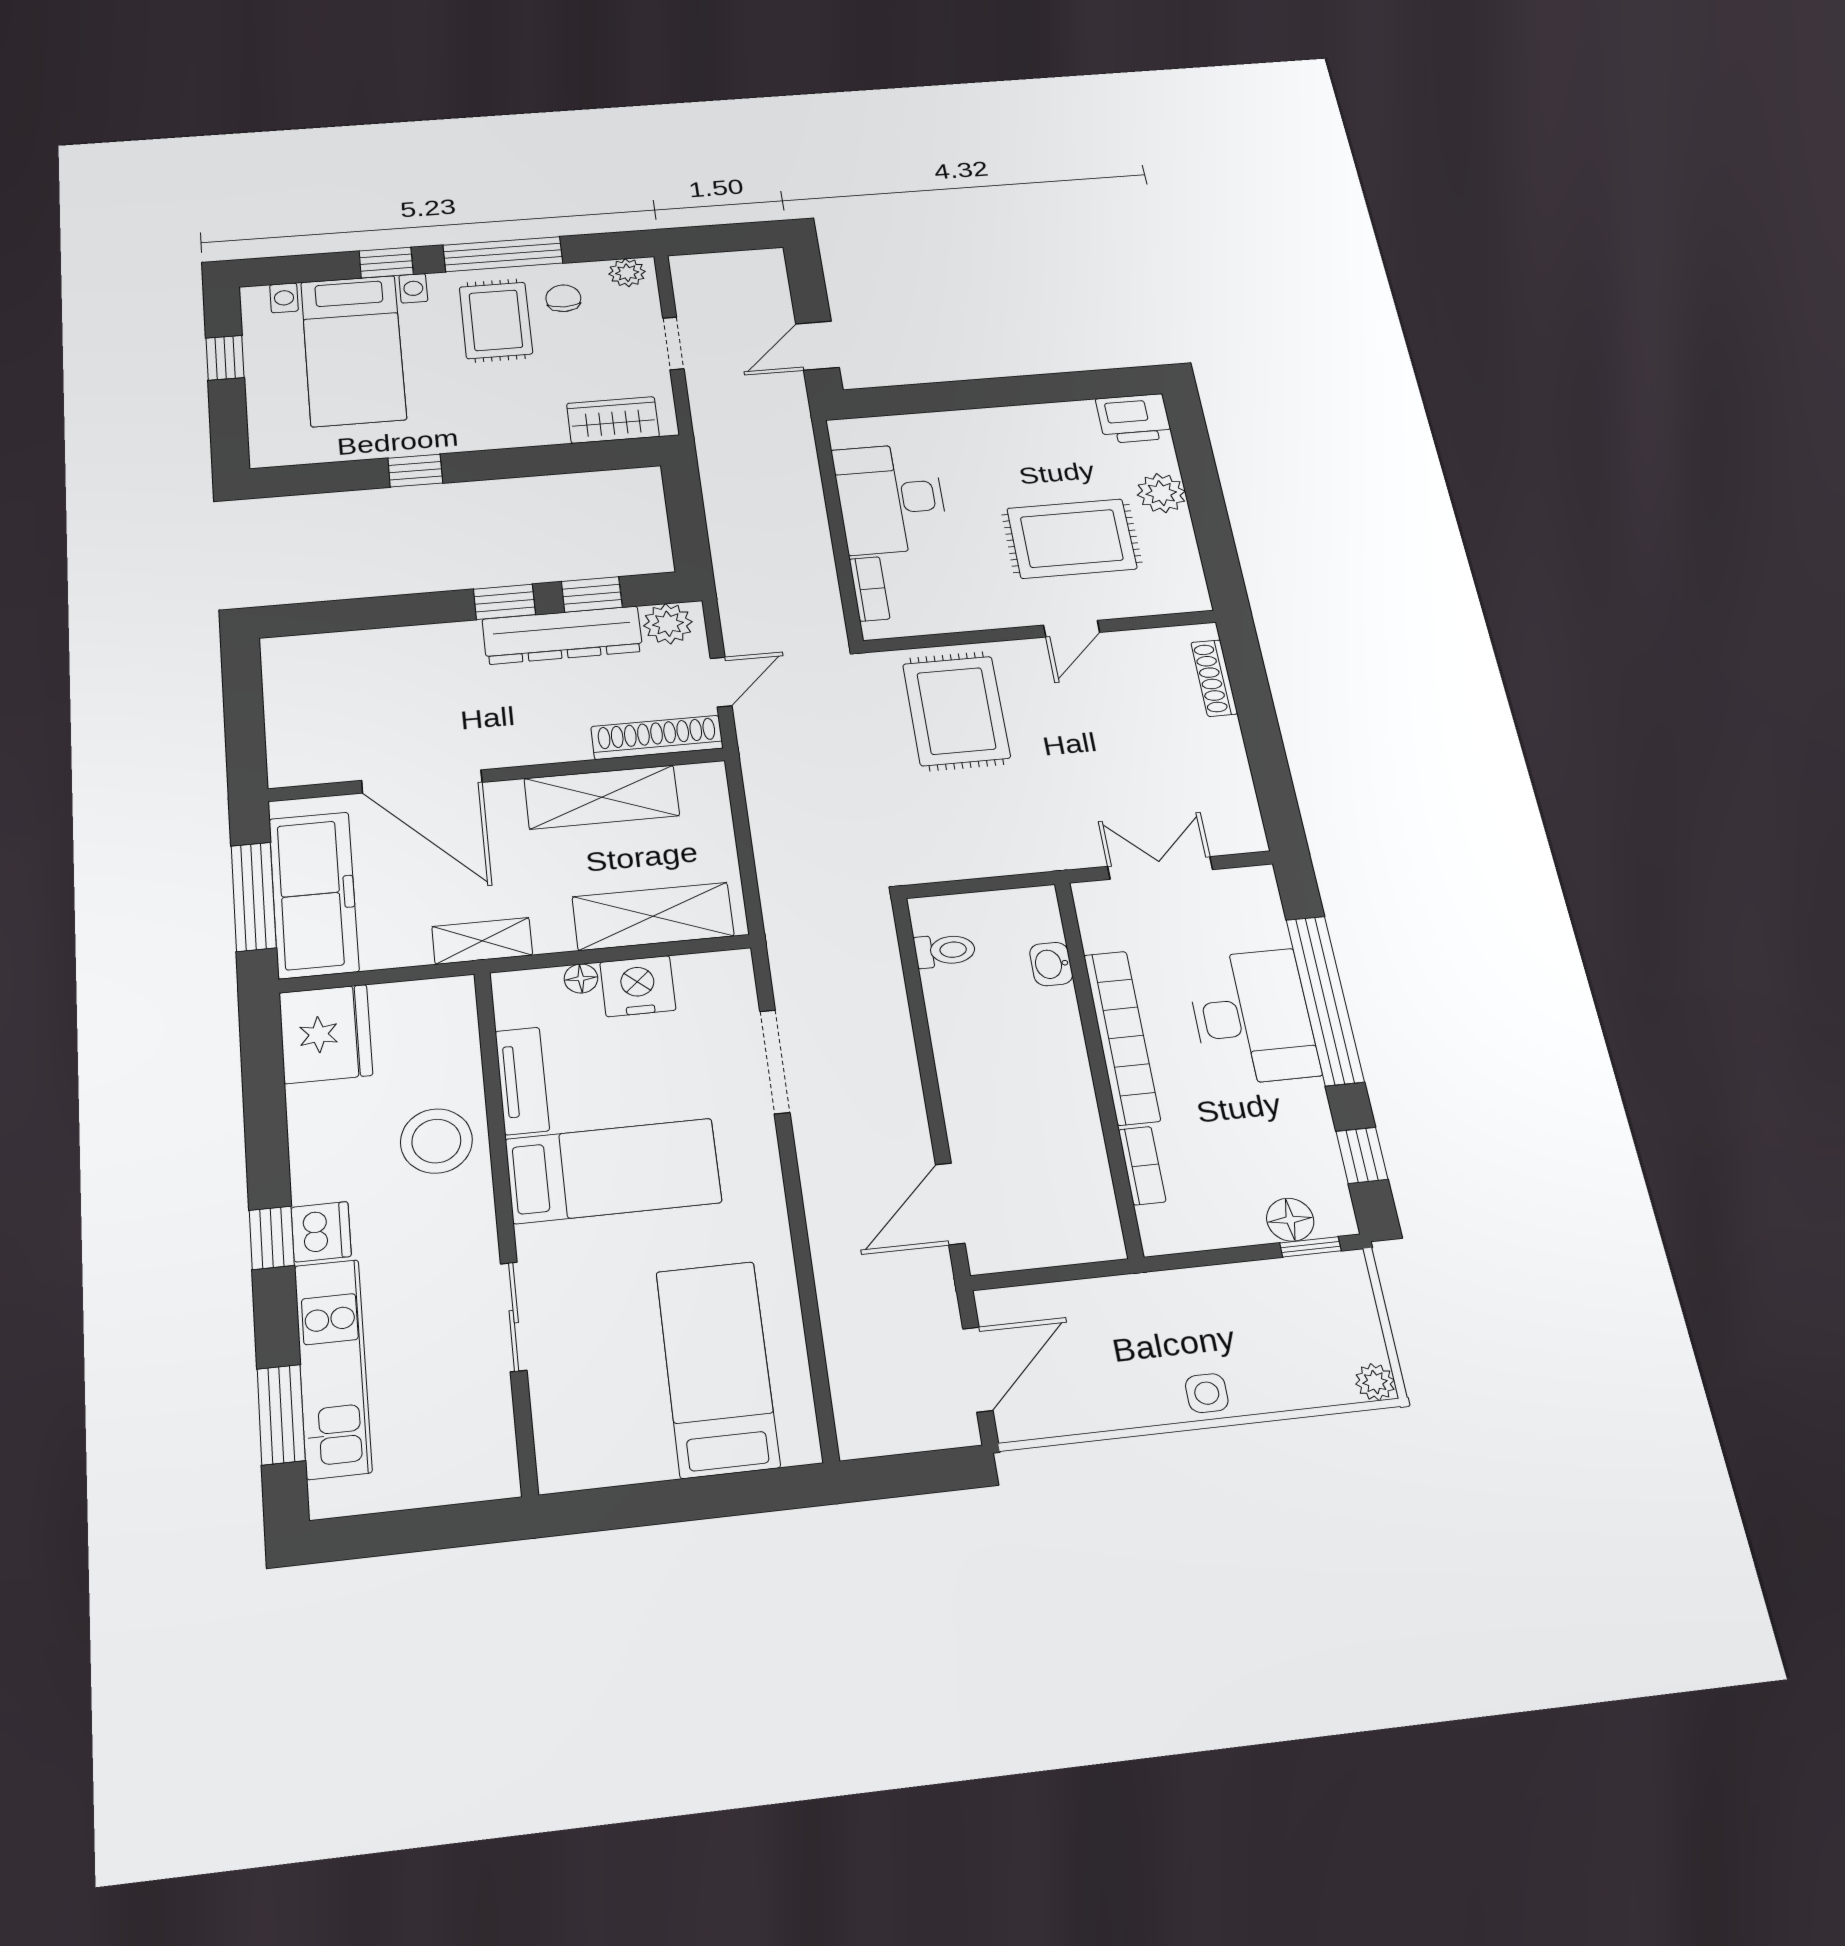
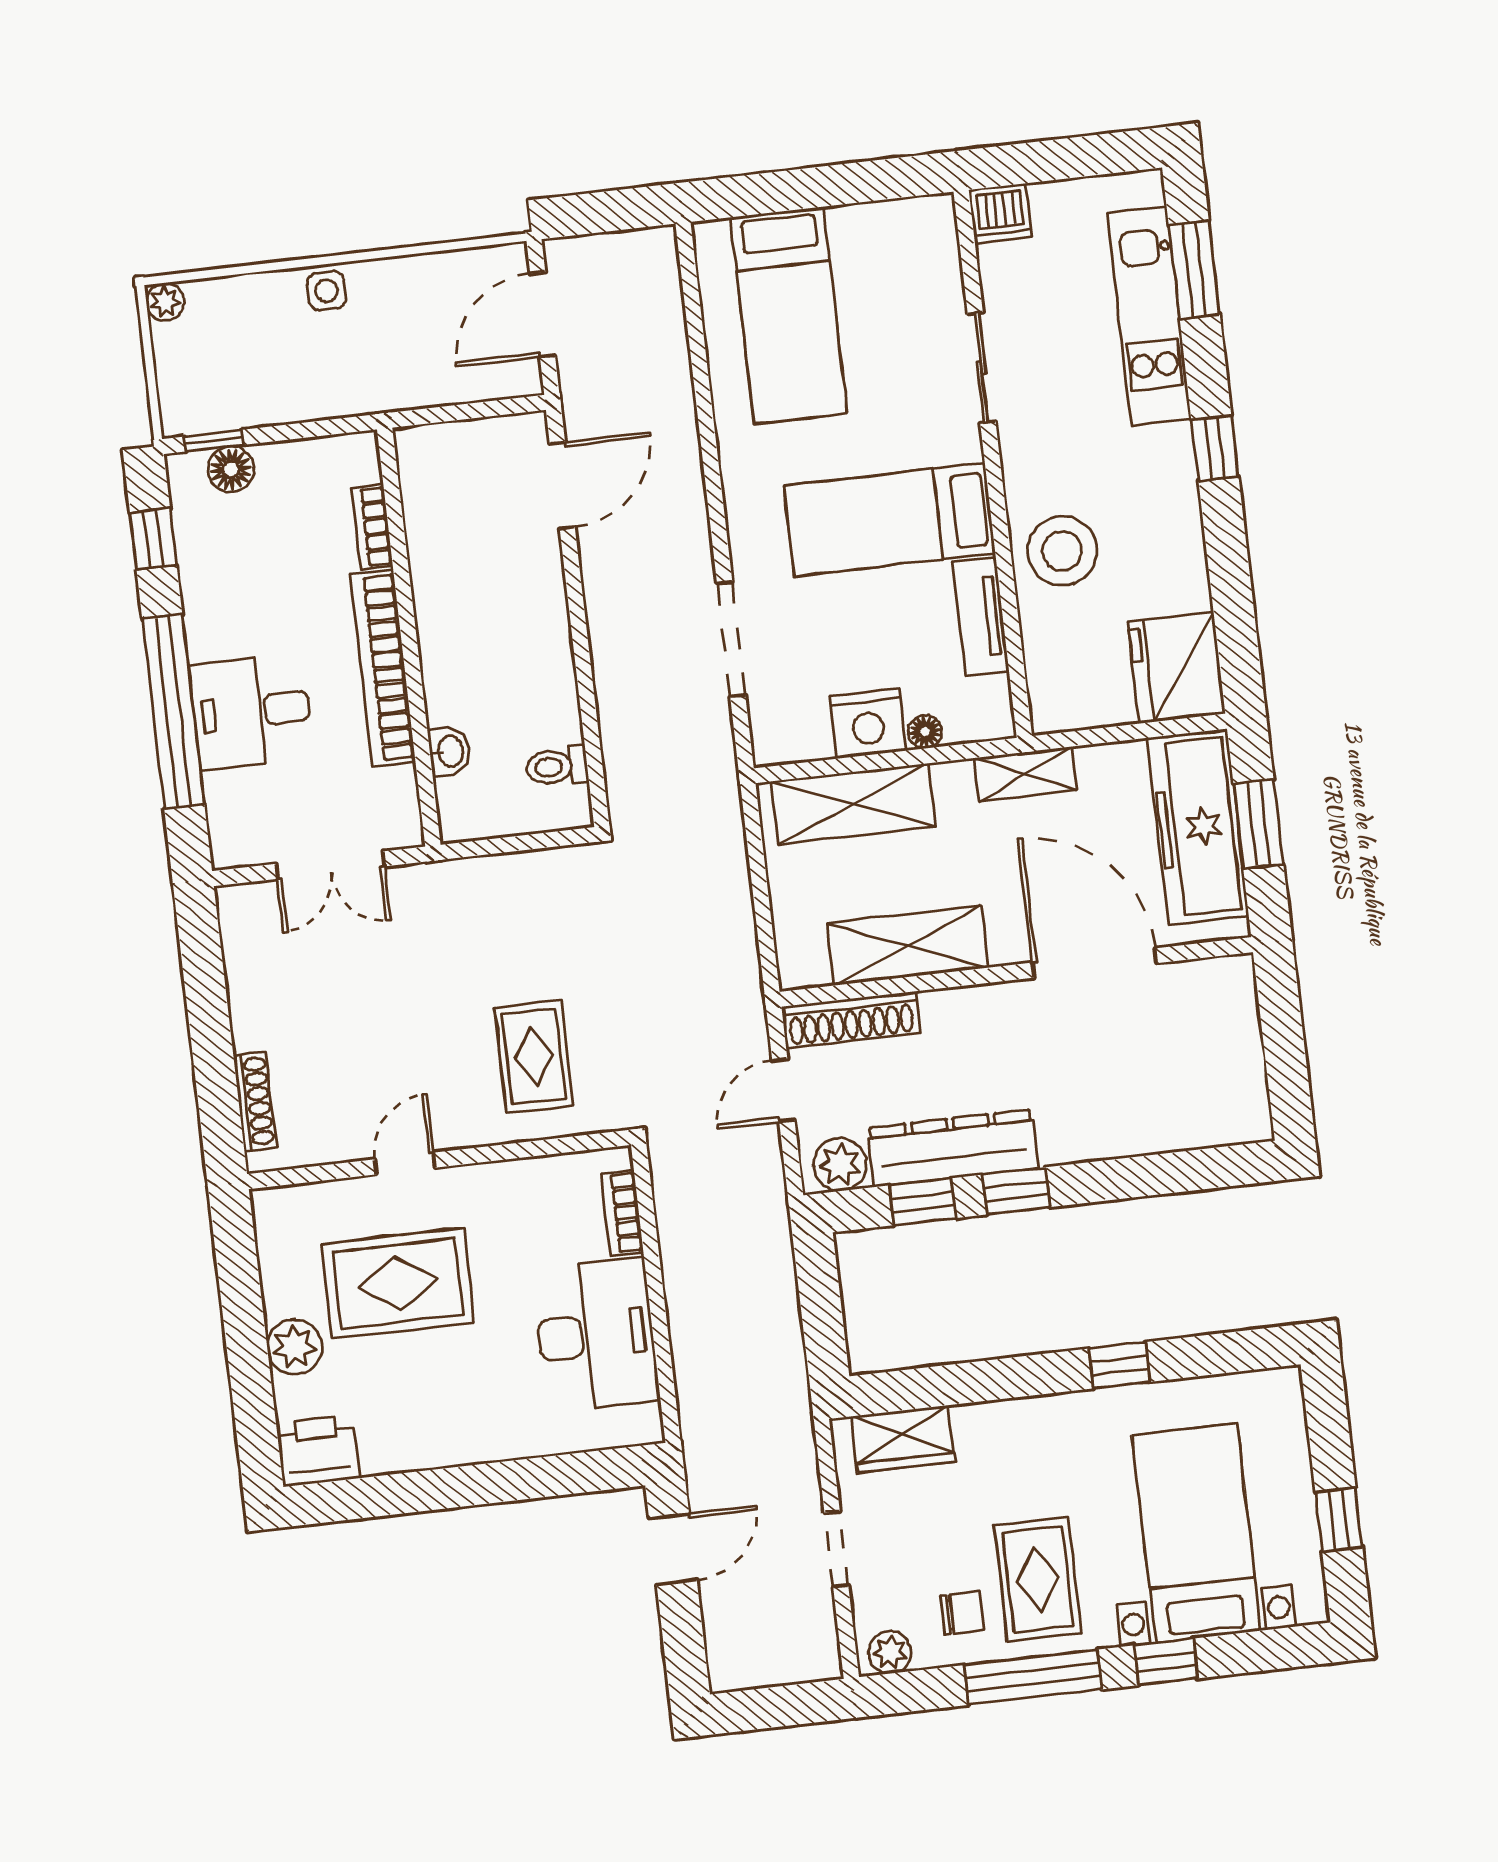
chair: (563, 298) -> (962, 1613), turned -90
rug: (956, 711) -> (534, 1056), width x0.73, depth x0.70
window: (254, 897) -> (1258, 824), width x0.69
desk: (1252, 1017) -> (251, 712), width x0.73
dishwasher: (321, 1232) -> (1000, 213), moved, turned -90

